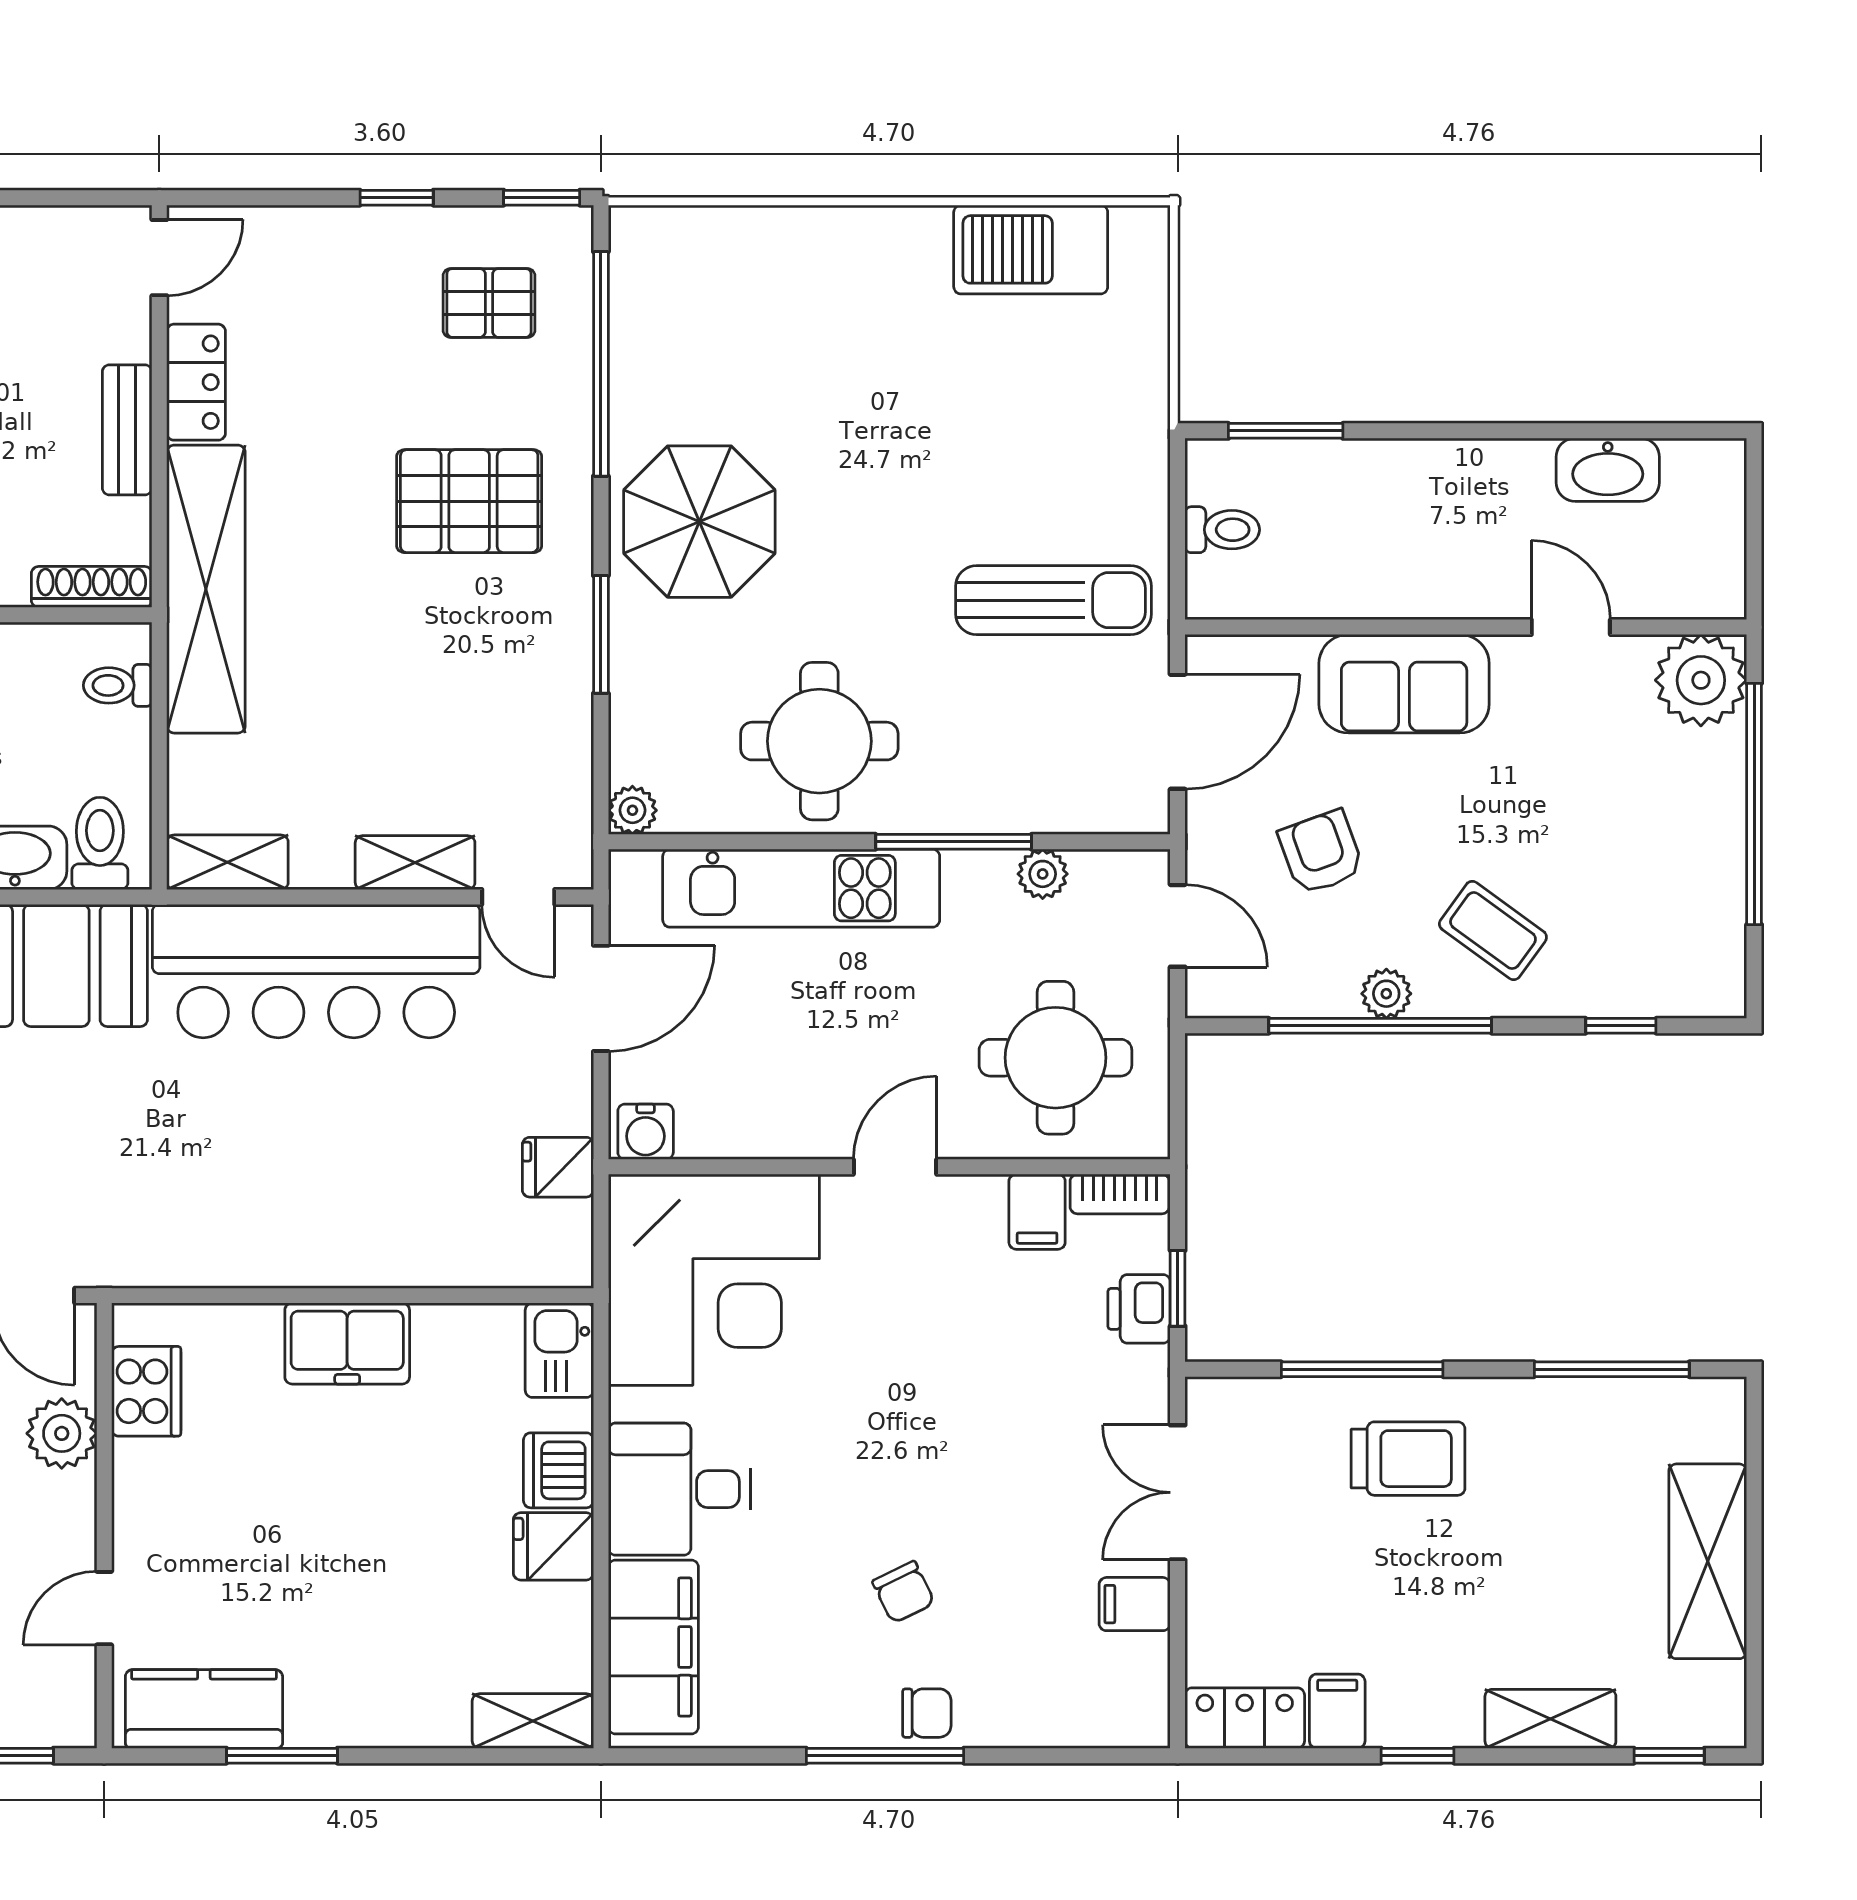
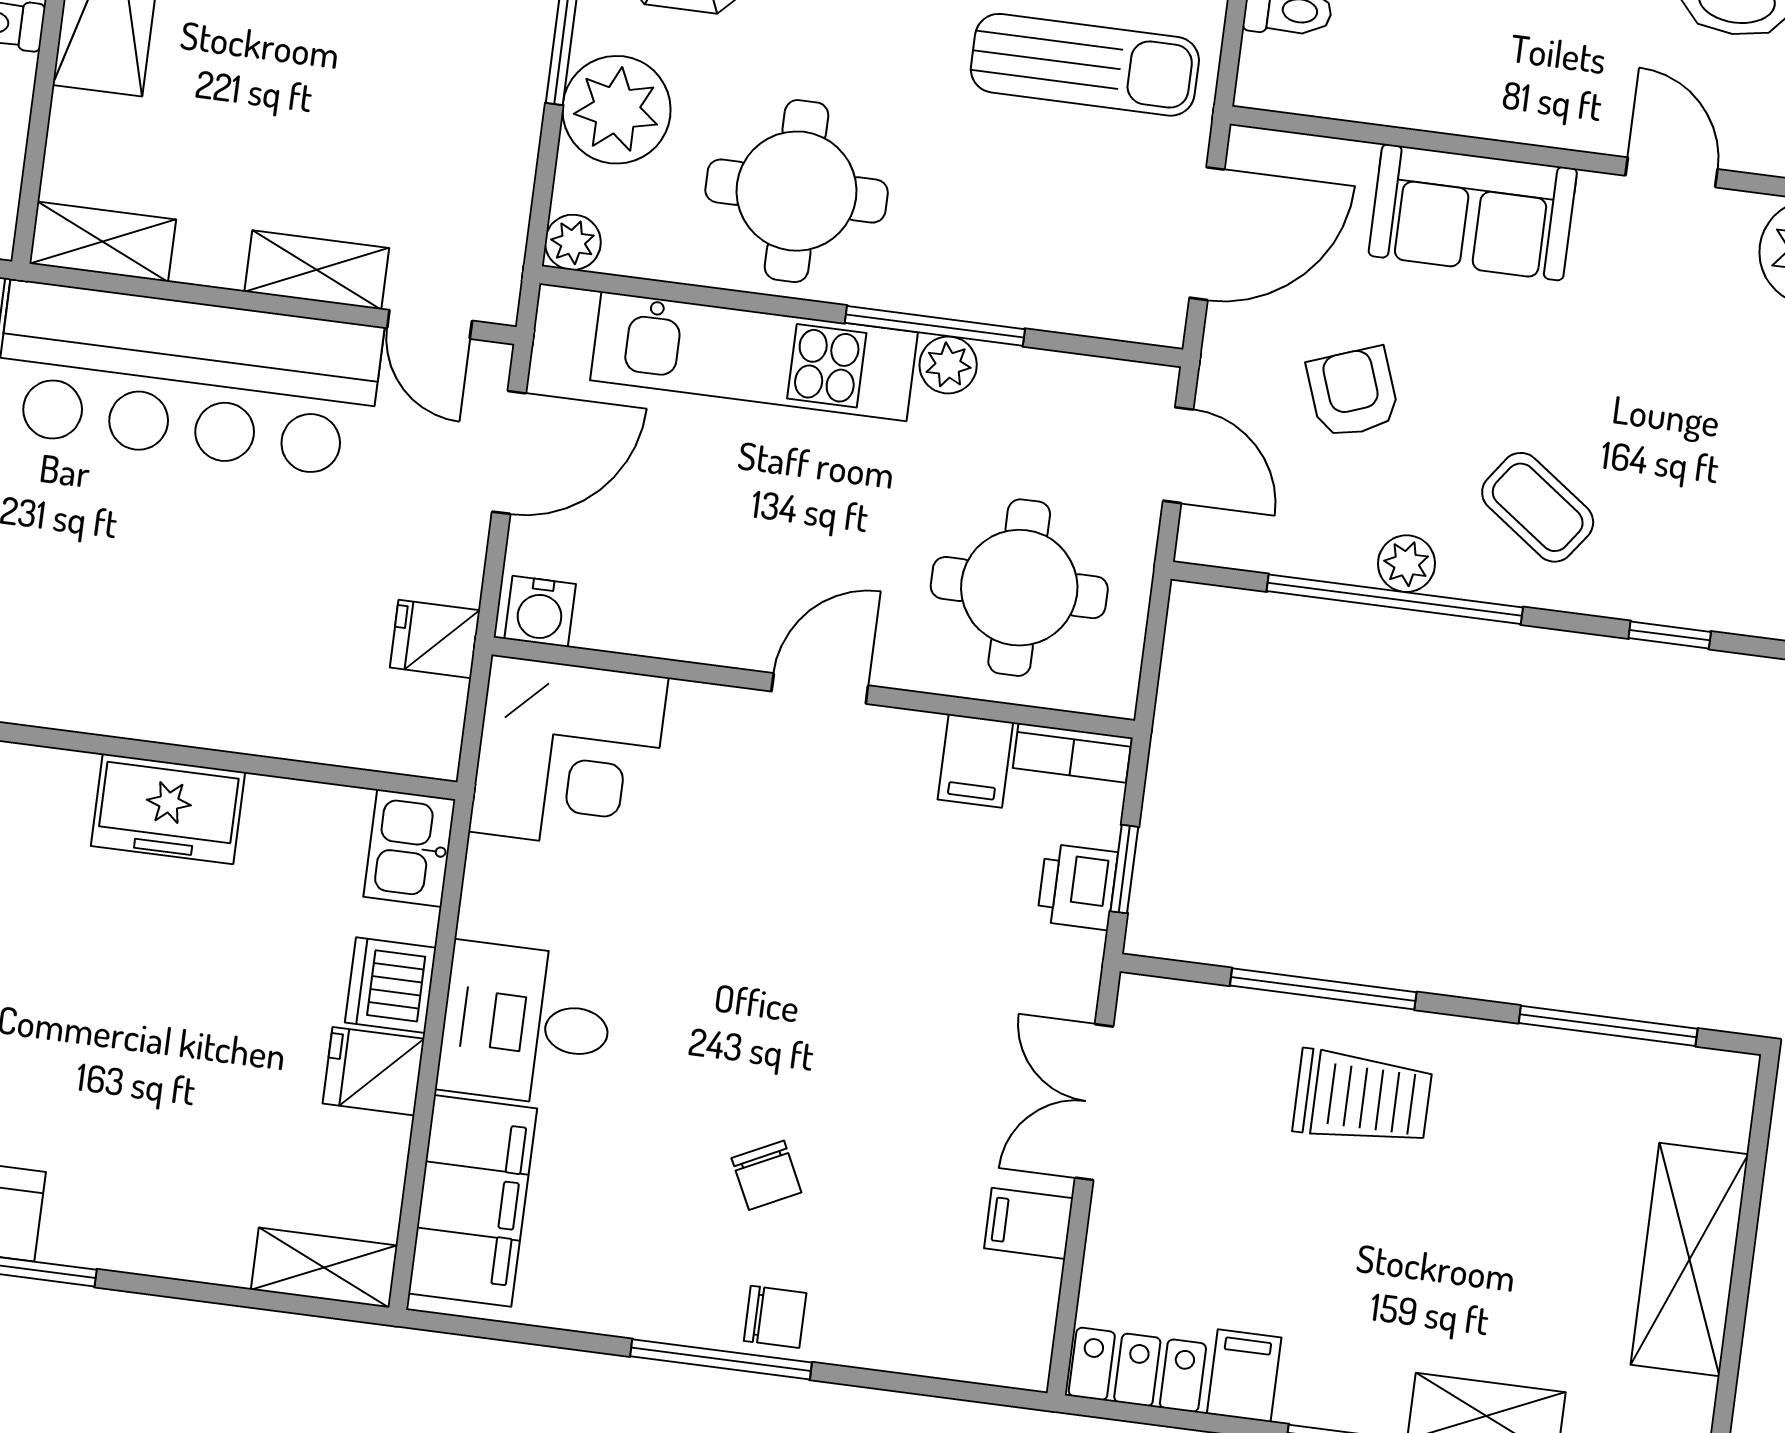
plant: (655, 691) -> (617, 110), added
plant: (1043, 874) -> (948, 365), moved
corner desk: (714, 1280) -> (568, 754), width x0.74, depth x0.74

